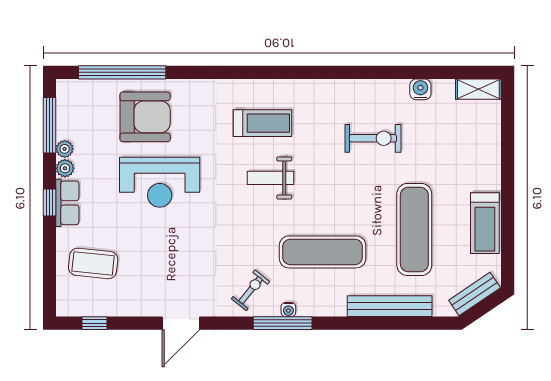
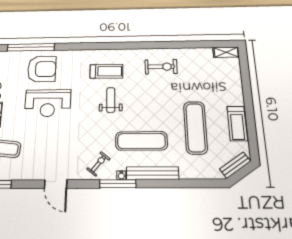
water cooler: (420, 89) -> (194, 53), removed
exercise bike: (373, 138) -> (161, 67), moved
weight bench: (270, 178) -> (111, 100), turned 90
bench: (390, 306) -> (153, 173), moved
door: (181, 323) -> (56, 184), hinge flipped

